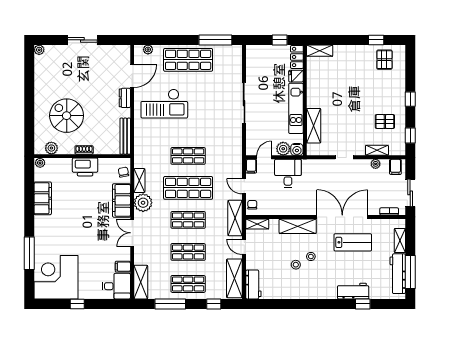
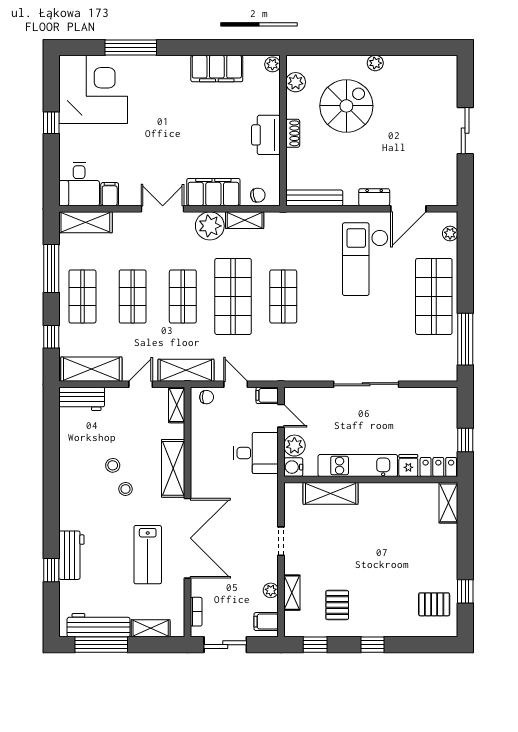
plant: (39, 50) -> (375, 63), moved
door: (132, 76) -> (408, 209), hinge flipped
door: (244, 186) -> (236, 384), hinge flipped

